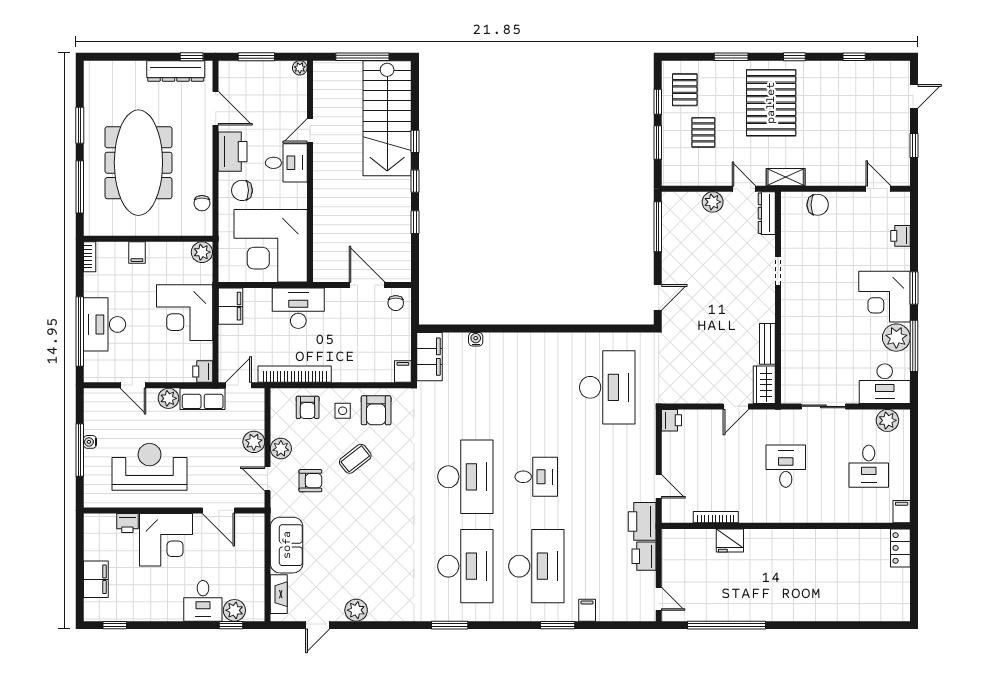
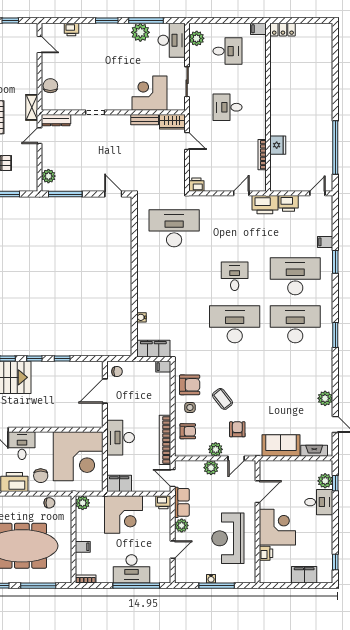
door: (878, 189) -> (40, 45), swing flipped
plant: (713, 202) -> (48, 176), moved
corner desk: (885, 297) -> (149, 93), moved, turned 180

